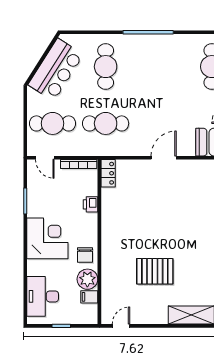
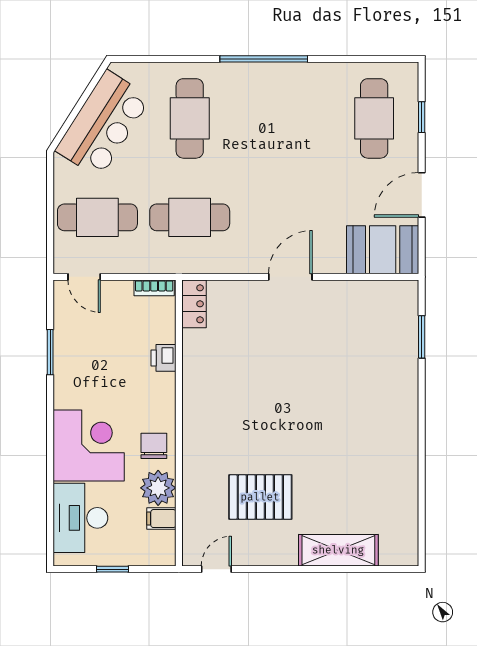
bookcase: (79, 164) -> (154, 288), width x0.64
corner desk: (47, 238) -> (89, 446), moved
chair: (85, 255) -> (154, 446), turned 180
pallet: (155, 271) -> (260, 497), moved

